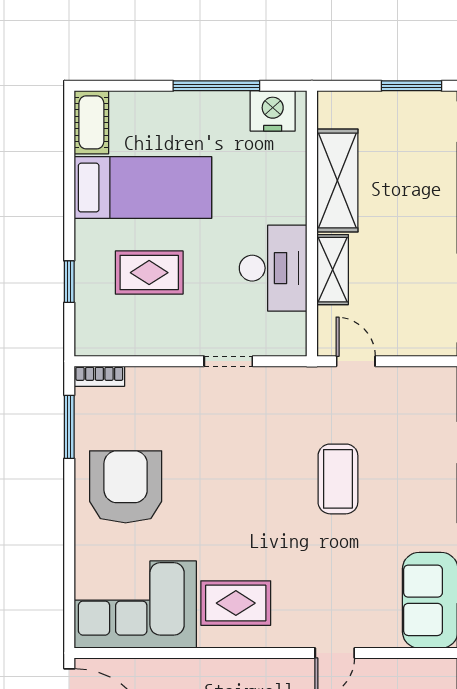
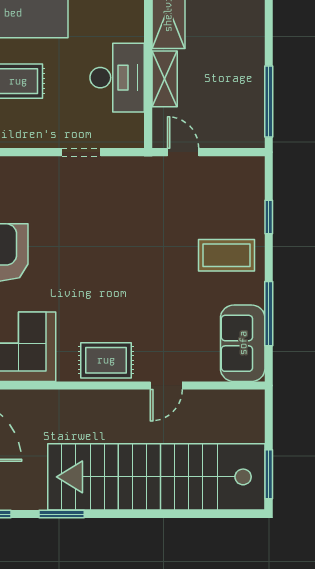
coffee table: (338, 479) -> (227, 255), moved, turned 90
rug: (236, 603) -> (106, 360), moved

